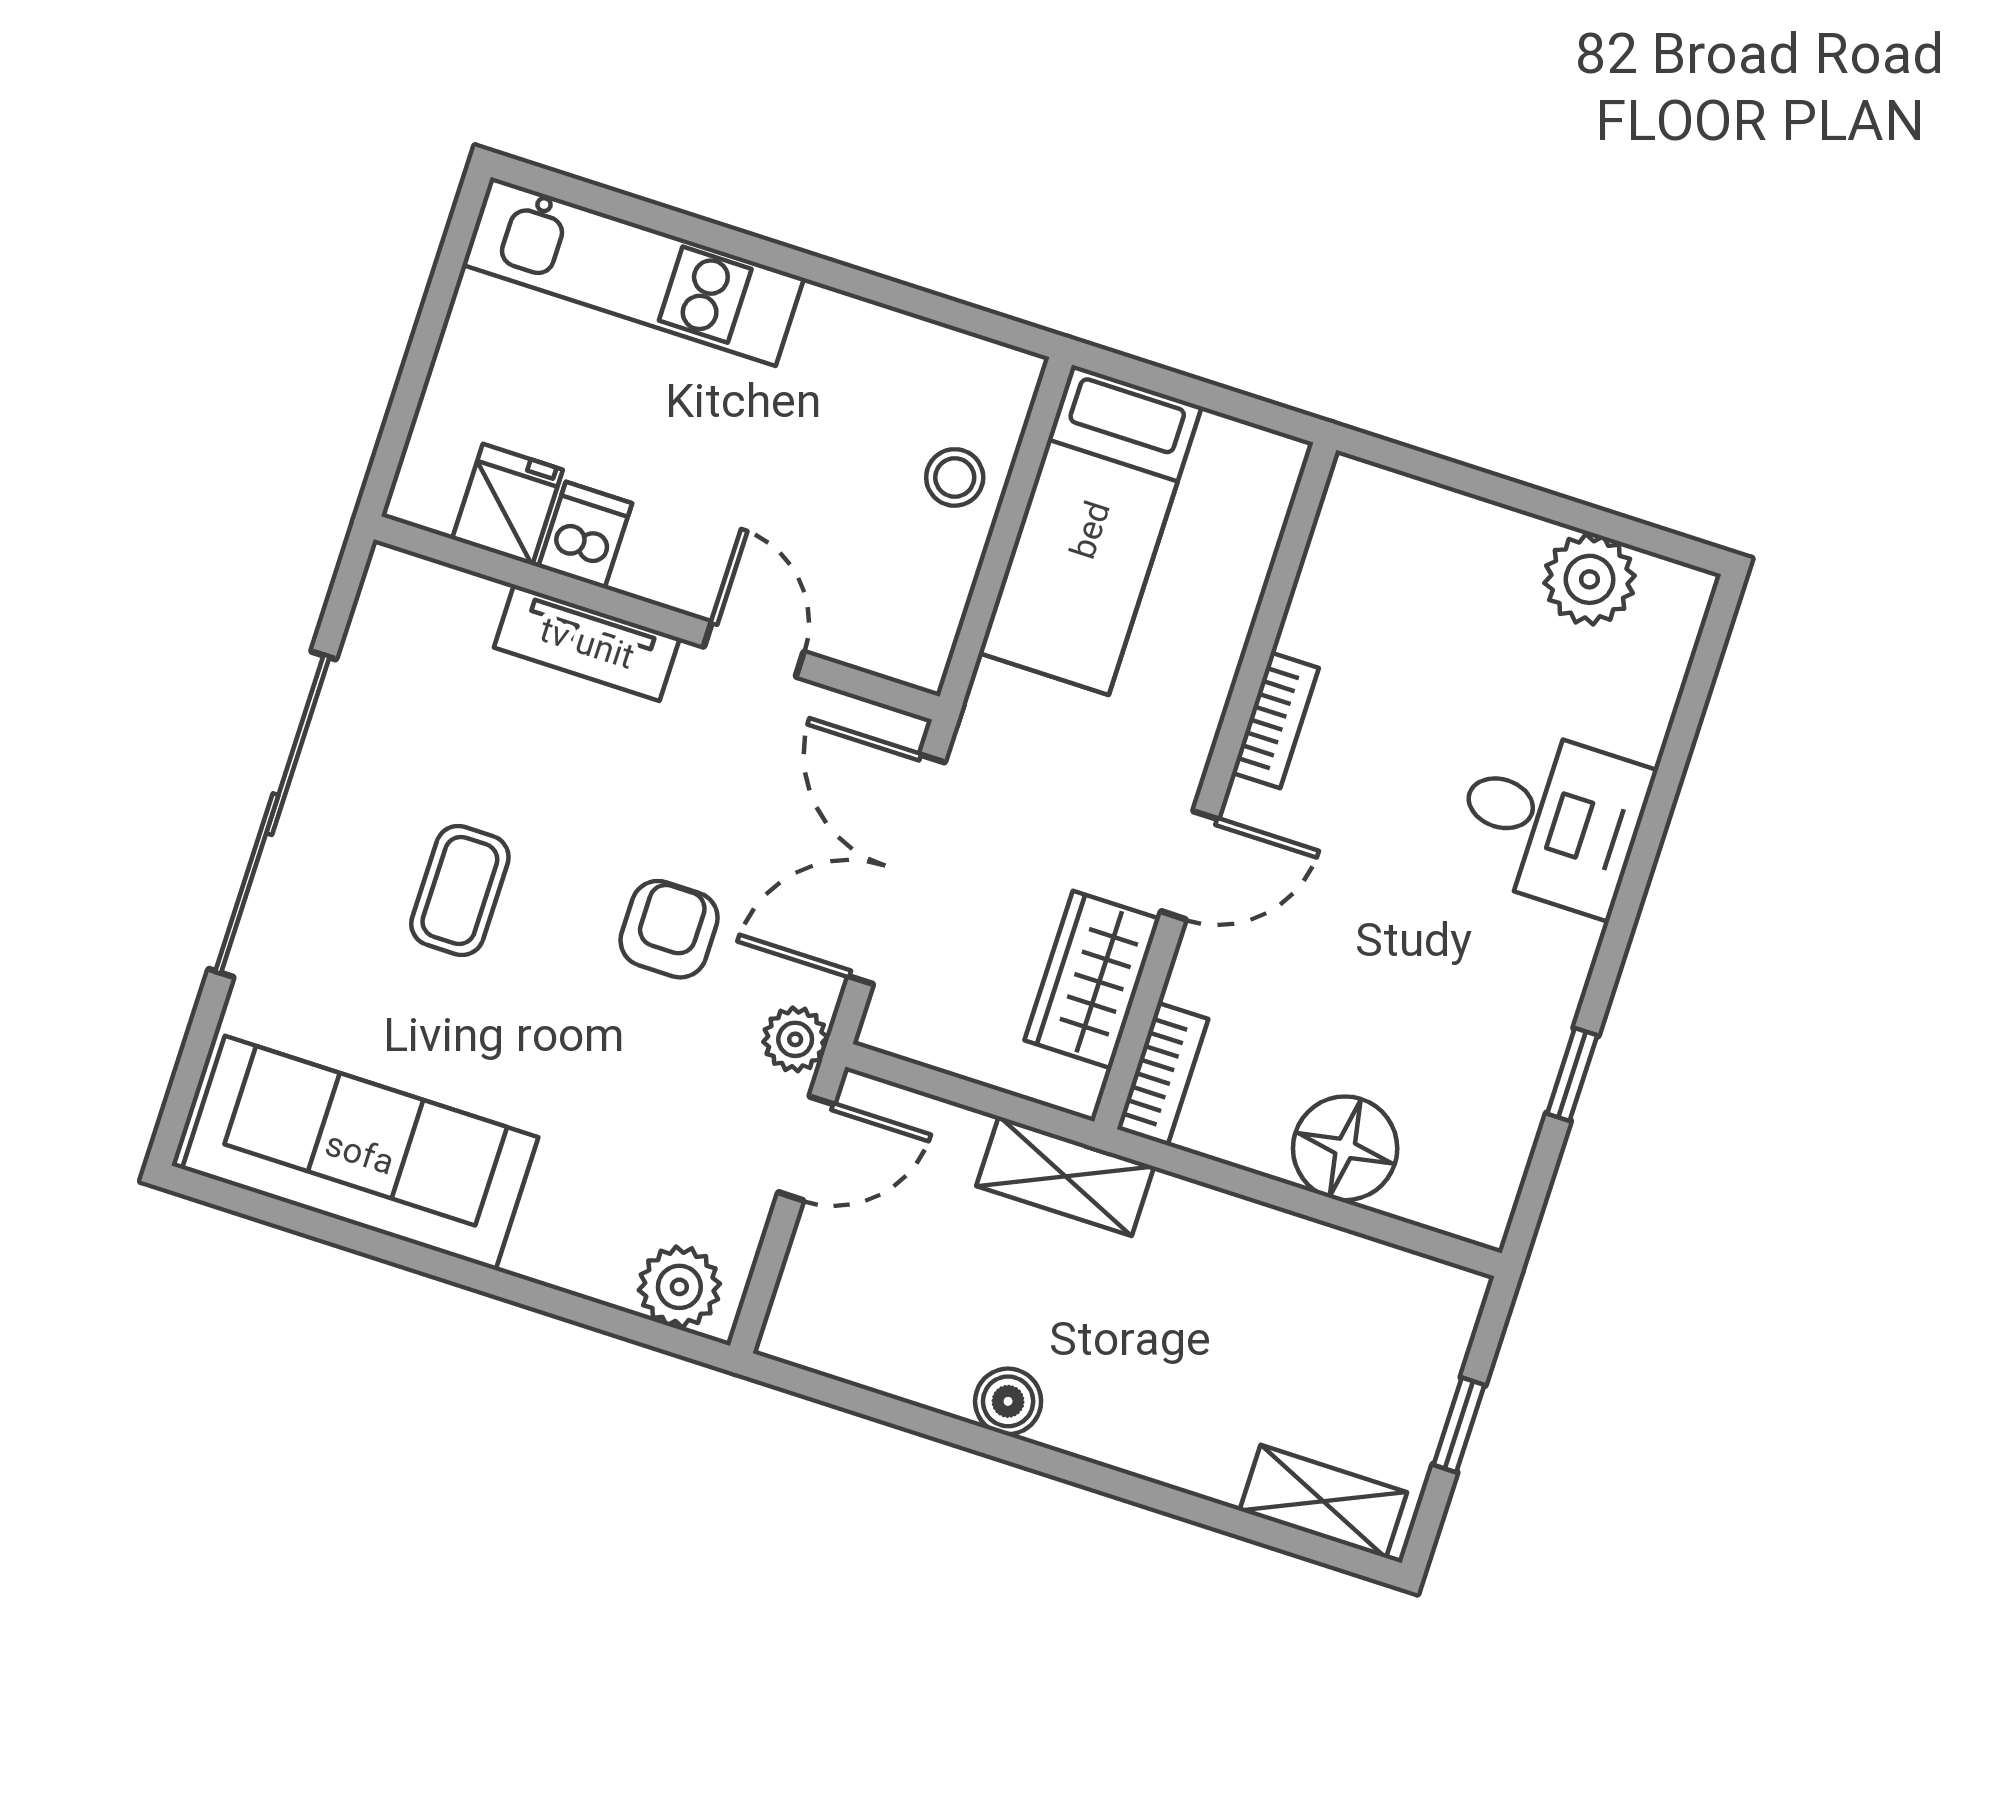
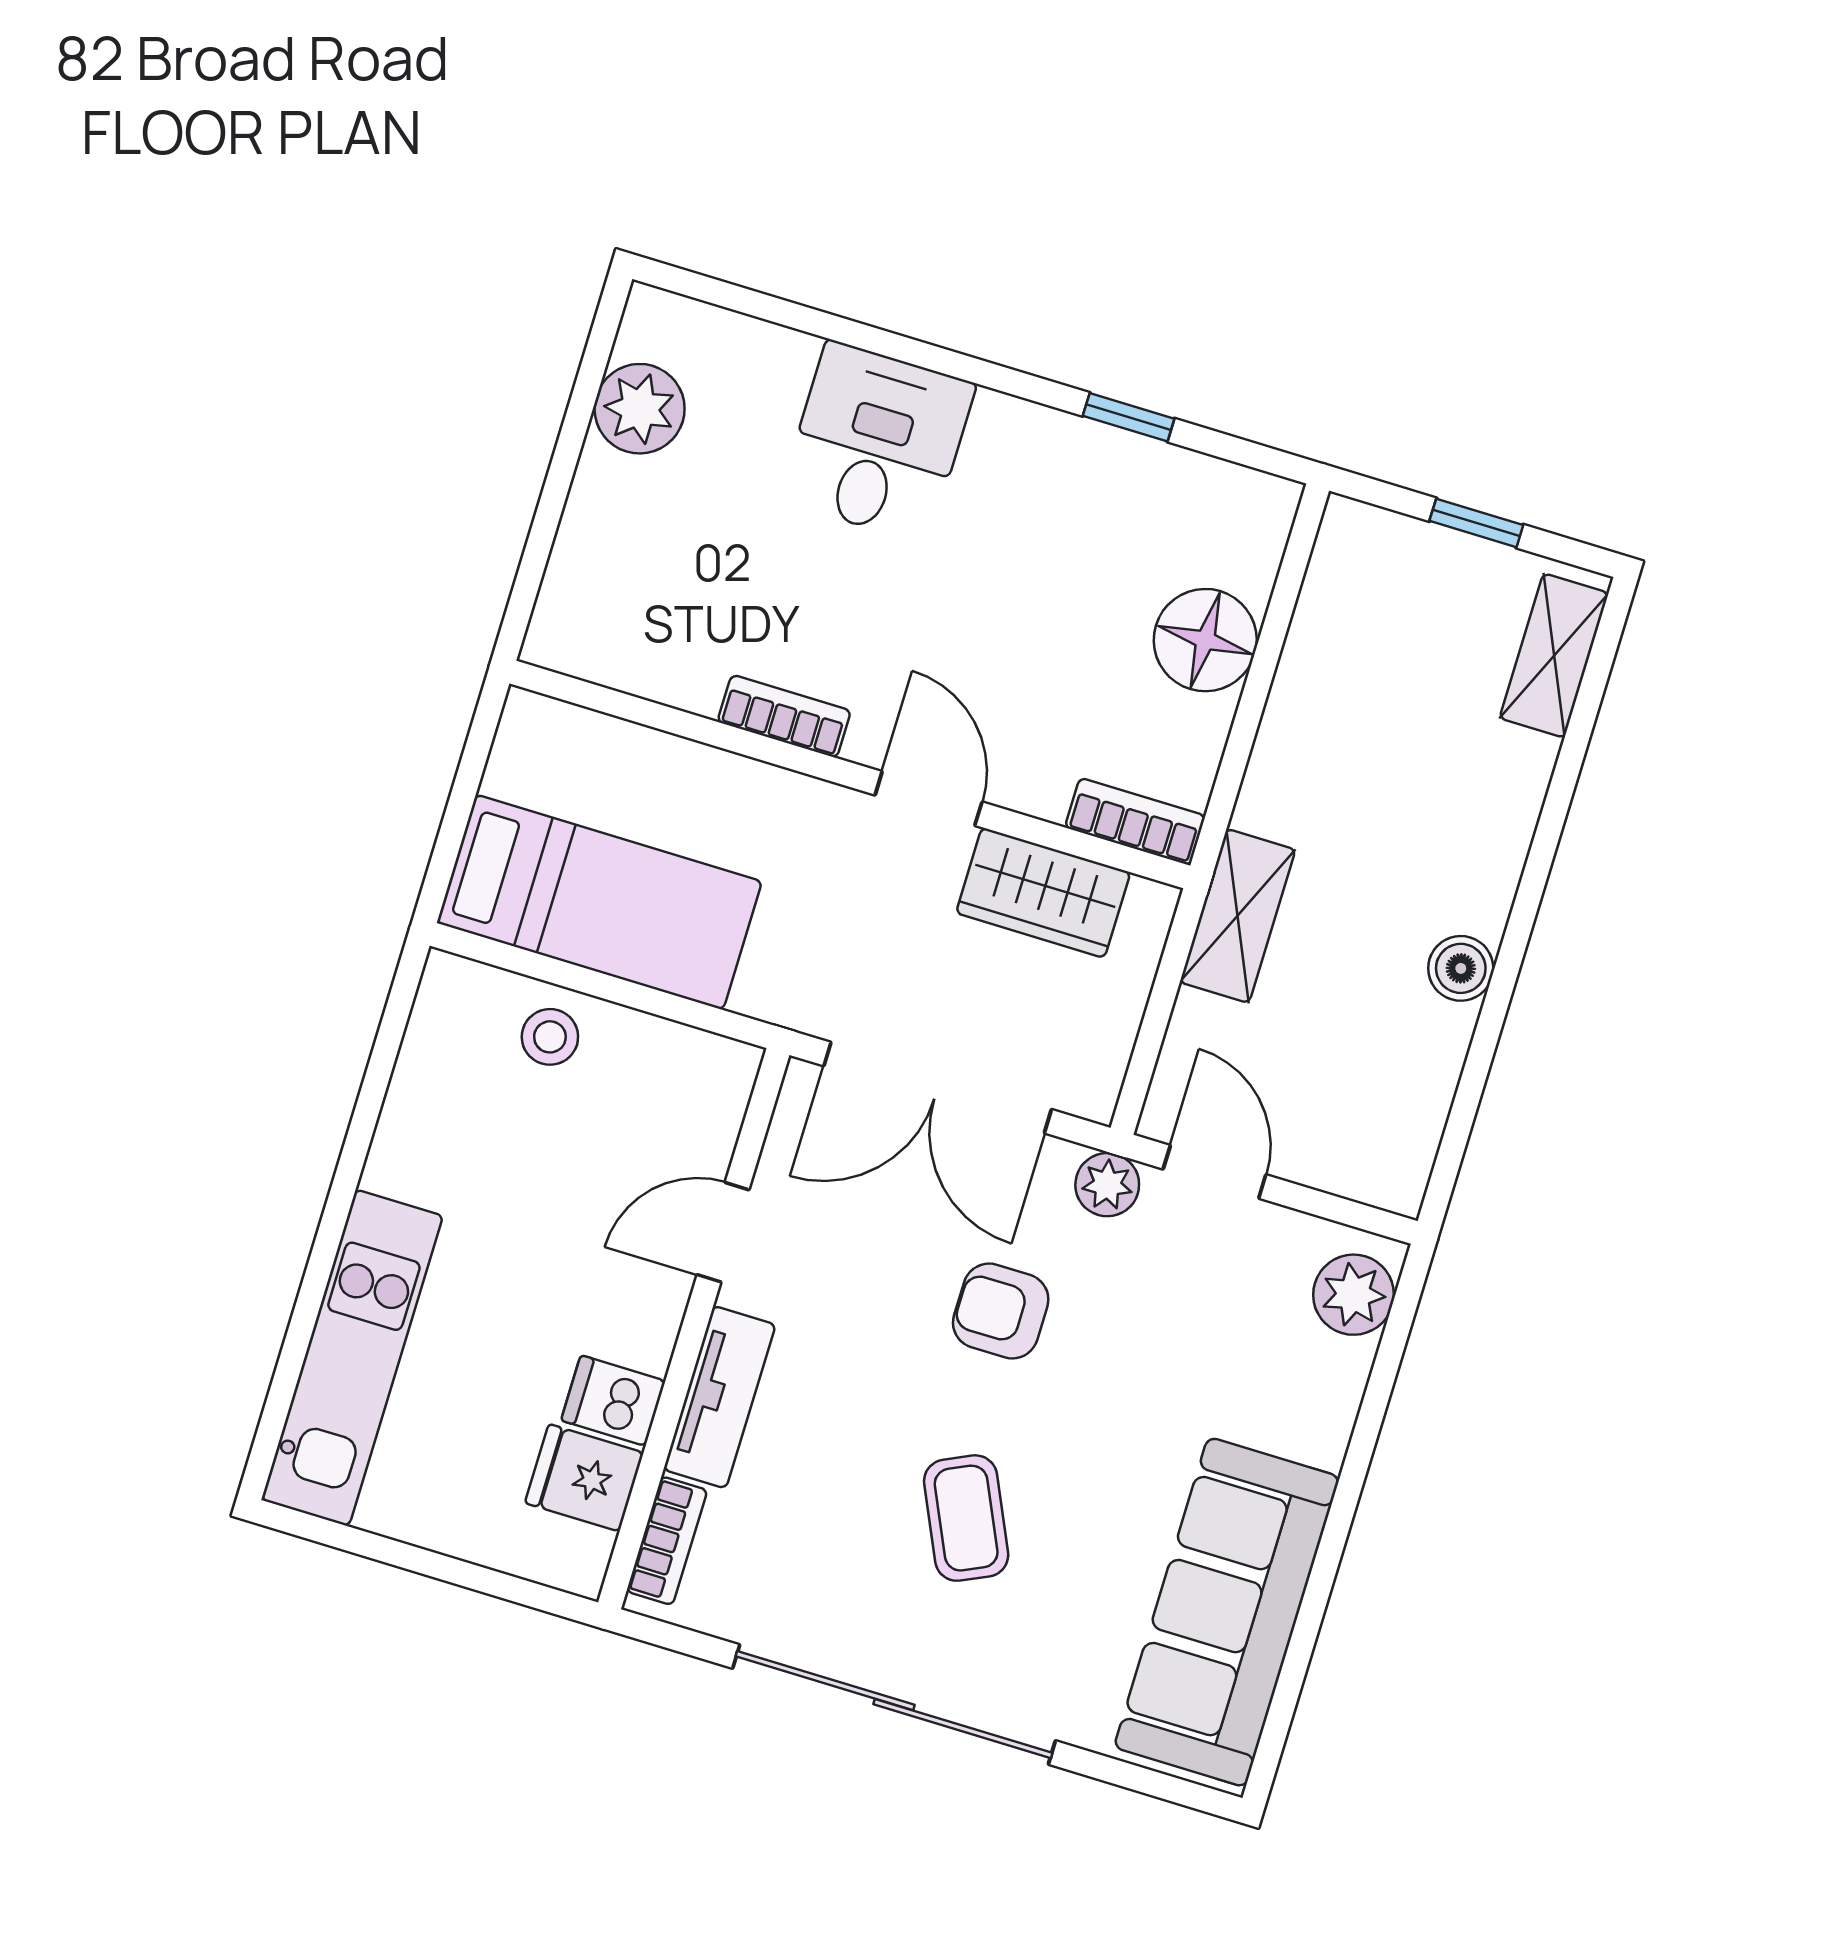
bookcase: (442, 587) -> (667, 1541), added
coffee table: (460, 891) -> (966, 1518), turned 65

